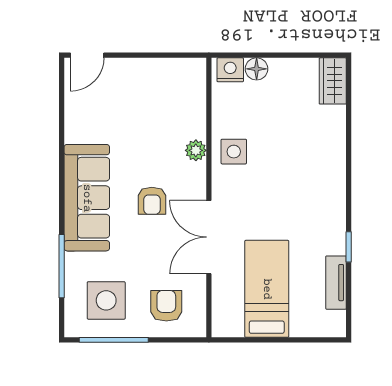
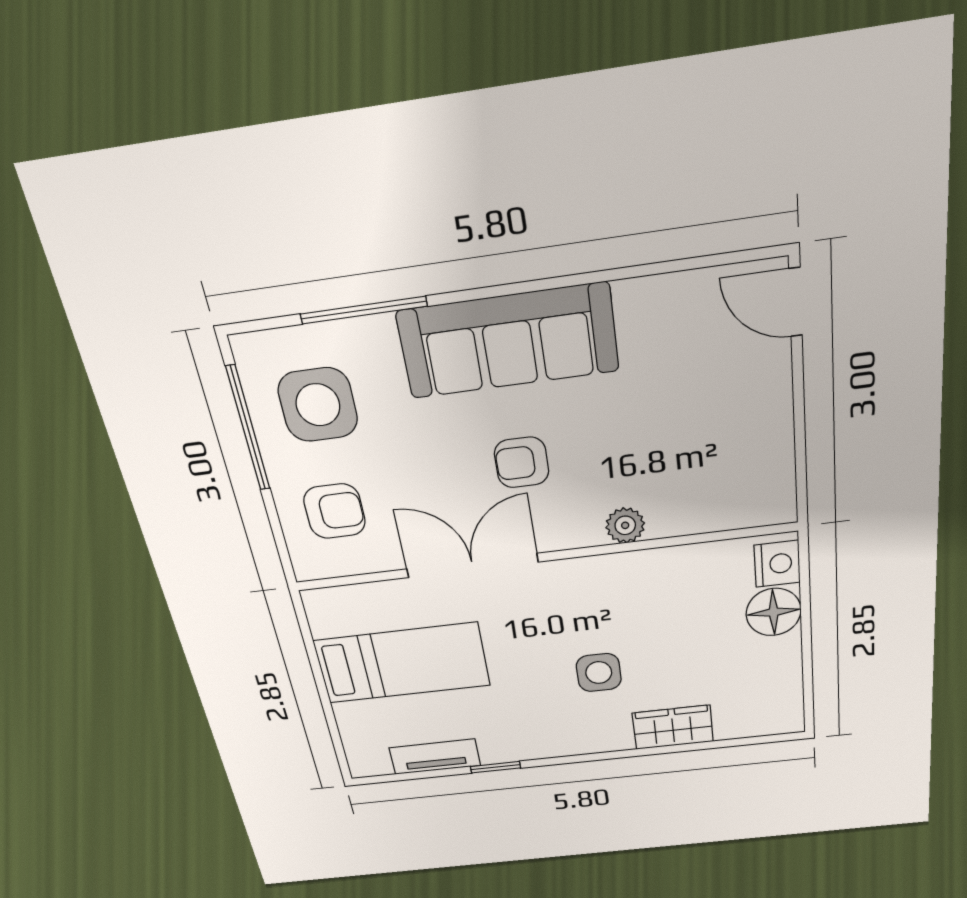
floor lamp: (257, 69) -> (774, 612), width x1.38, depth x1.38
wardrobe: (333, 81) -> (673, 727), moved
side table: (234, 152) -> (599, 673), moved

